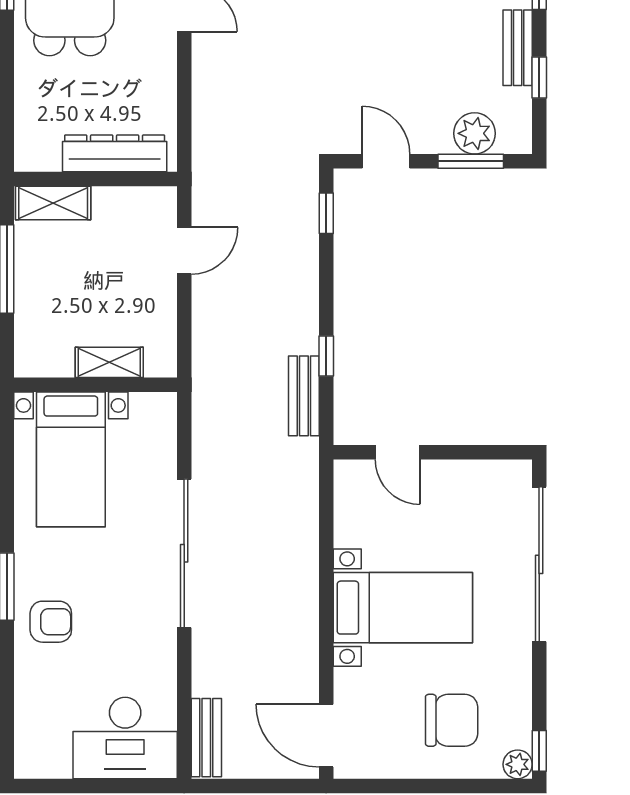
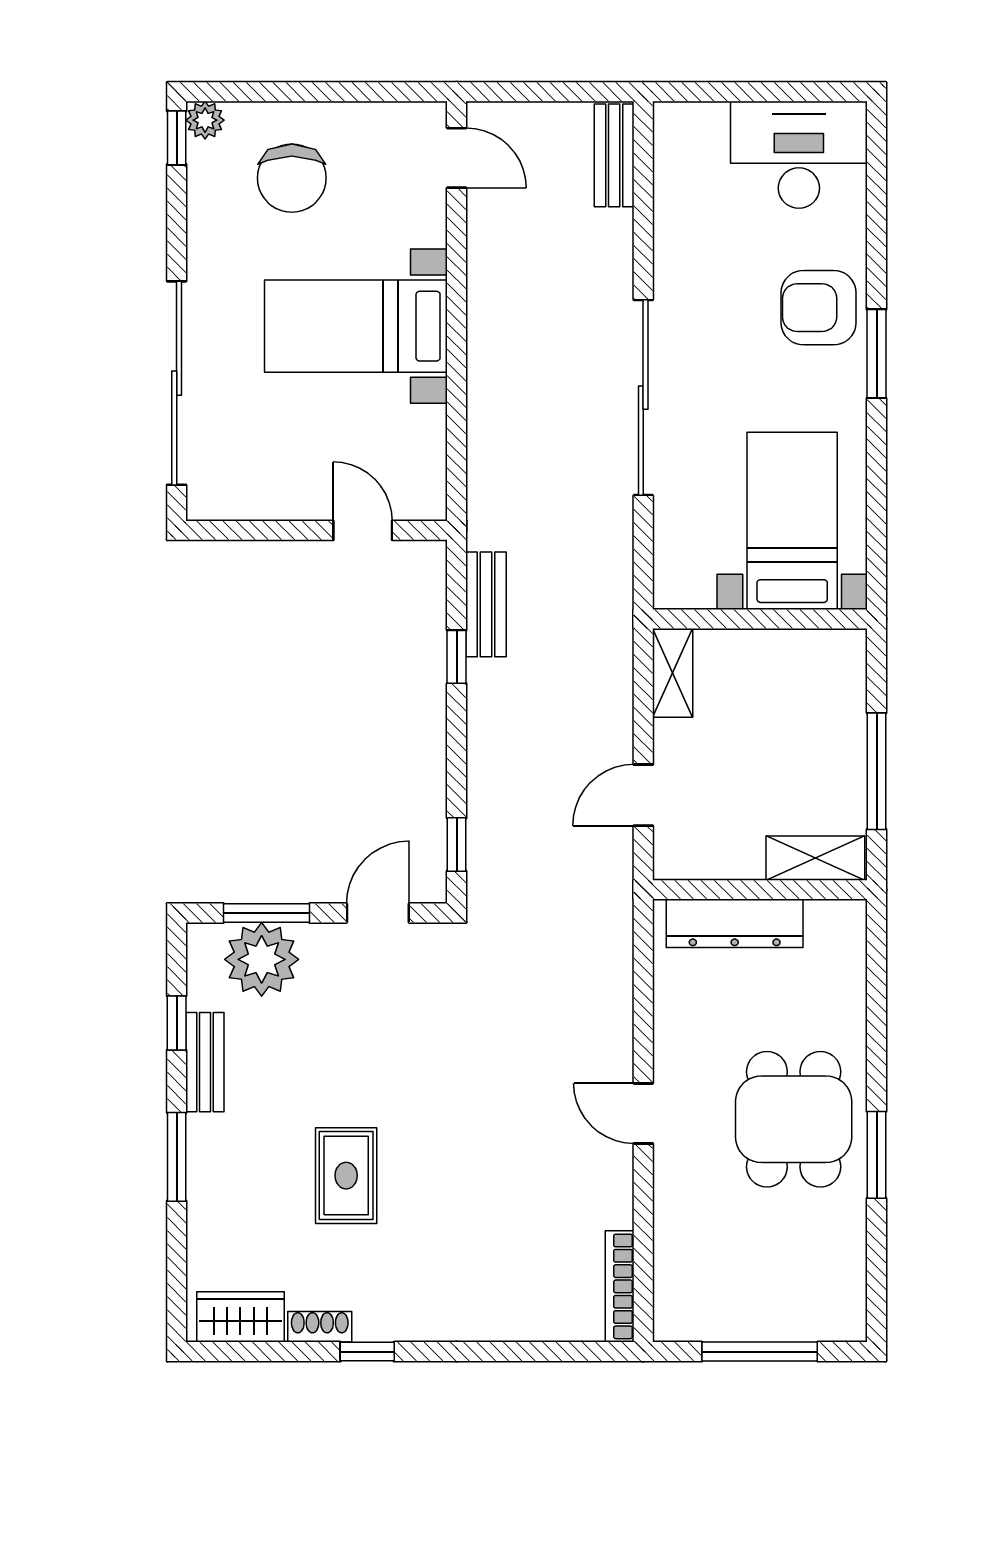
plant: (475, 133) -> (262, 959), width x1.36, depth x1.36
door: (386, 161) -> (378, 913), swing flipped
shelving: (109, 362) -> (673, 673), moved, turned 90
armchair: (51, 622) -> (819, 308), width x1.38, depth x1.38
chair: (452, 720) -> (292, 178), turned -90
door: (326, 736) -> (457, 158), width x0.73
desk: (125, 738) -> (799, 155), moved

